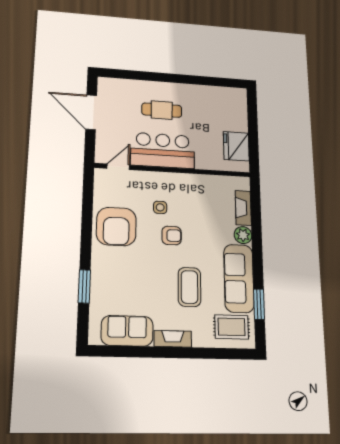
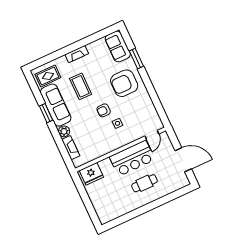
fridge: (236, 146) -> (91, 174), moved, turned 90
armchair: (116, 227) -> (124, 83), moved, turned -90
window: (259, 304) -> (46, 113), moved
sofa: (127, 331) -> (118, 46), moved, turned 90

